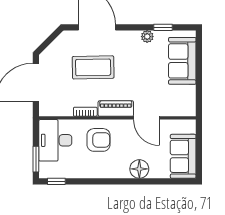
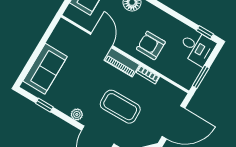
plant: (147, 37) -> (77, 114), moved
desk: (55, 140) -> (197, 48), moved, width x0.73
window: (36, 159) -> (201, 77), moved

